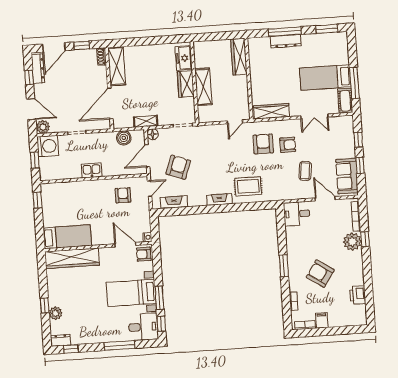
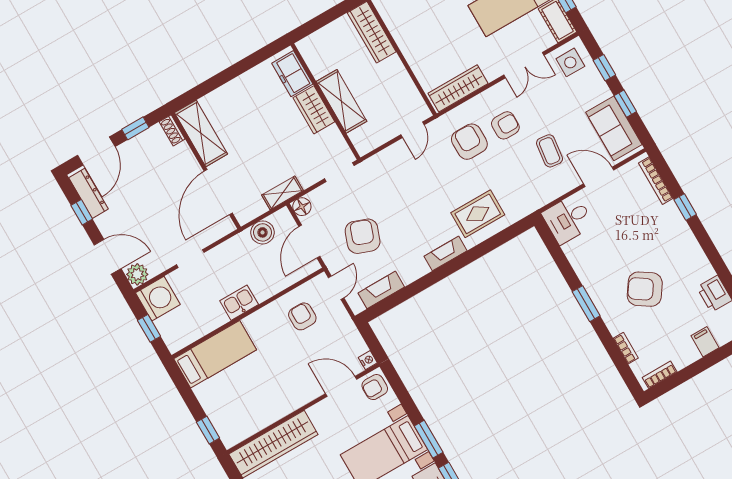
side table: (341, 128) -> (570, 62), added
window: (37, 200) -> (208, 430), moved
bed: (67, 237) -> (215, 354), moved
plant: (352, 242) -> (669, 220), removed
filing cabinet: (322, 320) -> (705, 342), moved

